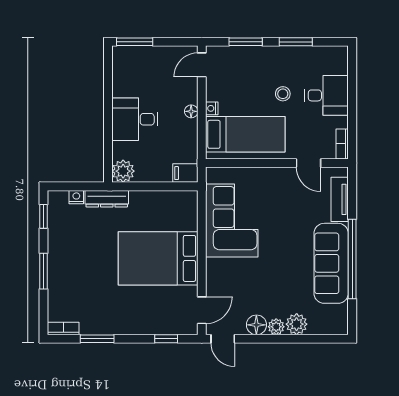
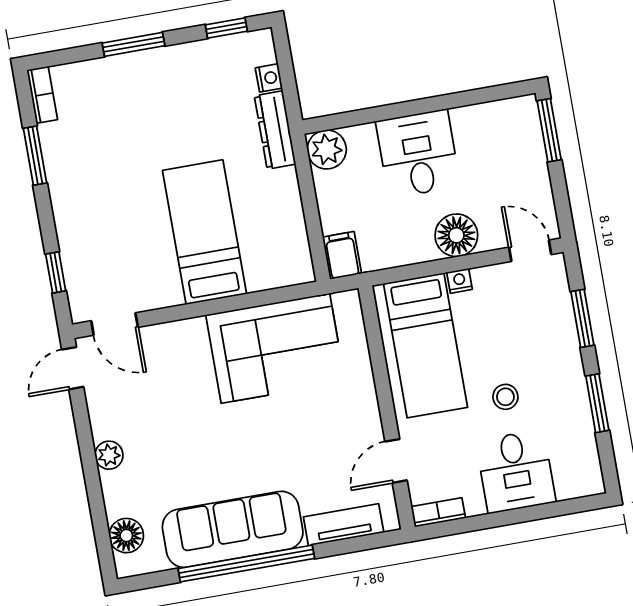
floor lamp: (191, 111) -> (456, 235), width x1.89, depth x1.89
bed: (158, 258) -> (204, 232), width x0.67
plant: (297, 324) -> (119, 489), removed
floor lamp: (256, 325) -> (126, 536), moved

